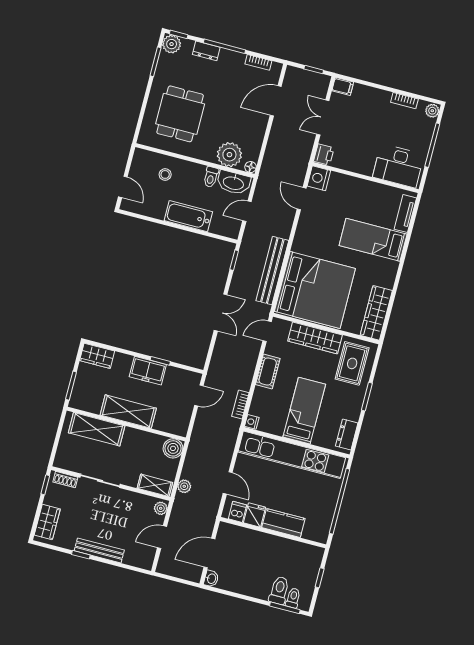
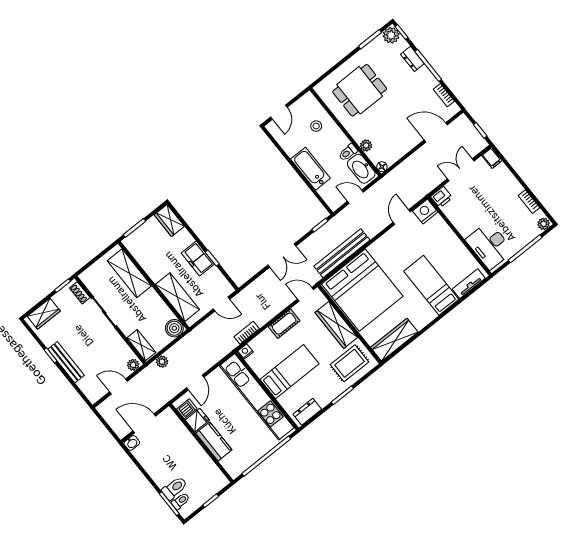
plant: (229, 155) -> (366, 145), width x0.53, depth x0.53
shelving: (128, 412) -> (177, 297), moved

